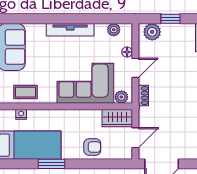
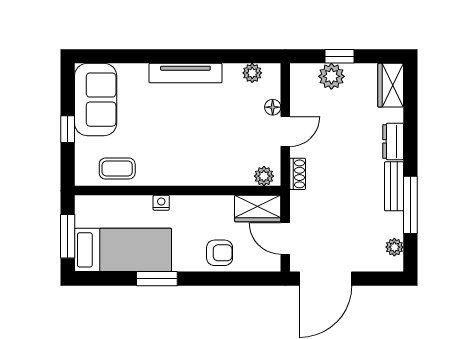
plant: (152, 32) -> (331, 76), moved
corner sofa: (85, 83) -> (209, 155), removed
nightstand: (21, 114) -> (161, 203), moved
door: (135, 138) -> (285, 239), swing flipped

